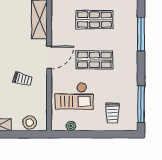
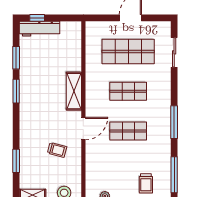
window: (141, 34) -> (174, 122), moved
checkout: (74, 96) -> (108, 167), removed

